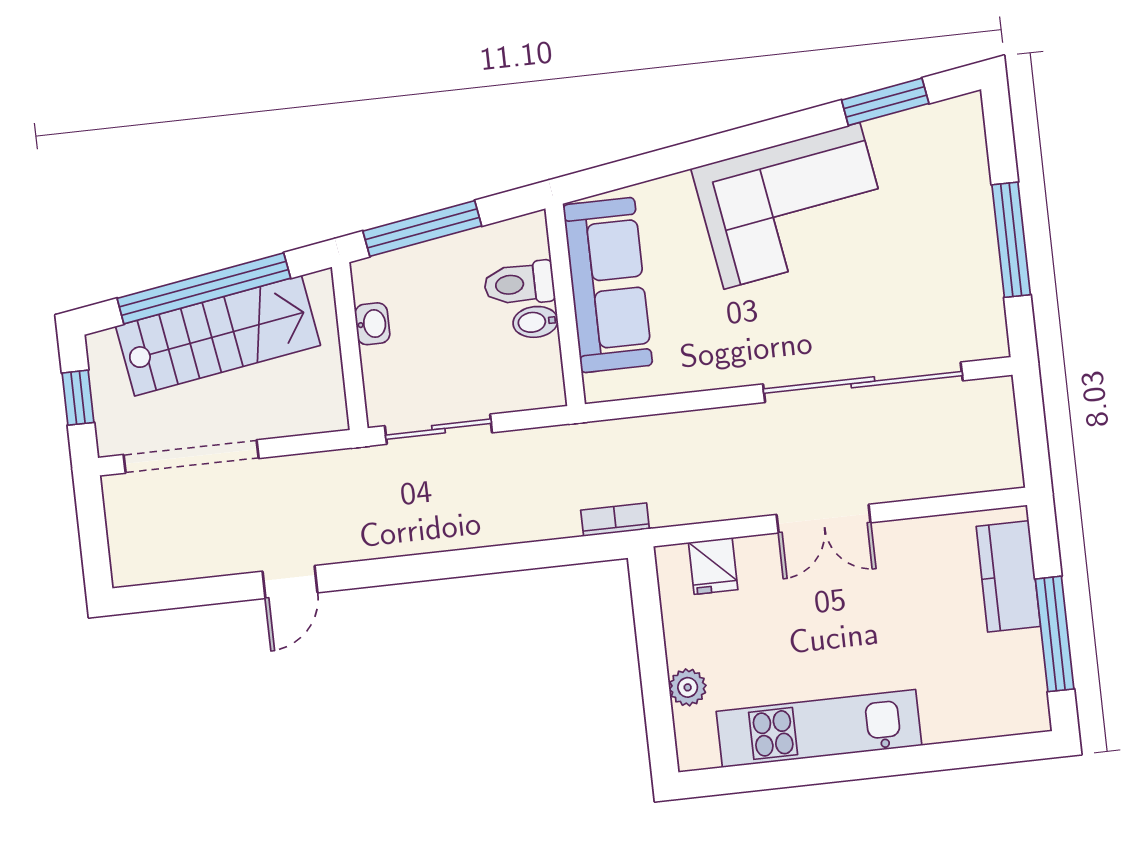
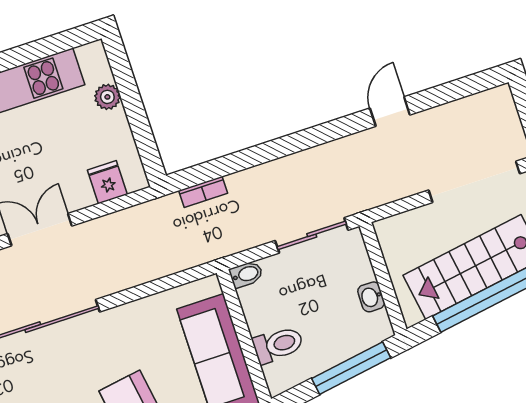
bidet: (535, 322) -> (246, 274), moved
bookcase: (615, 520) -> (203, 192), moved

